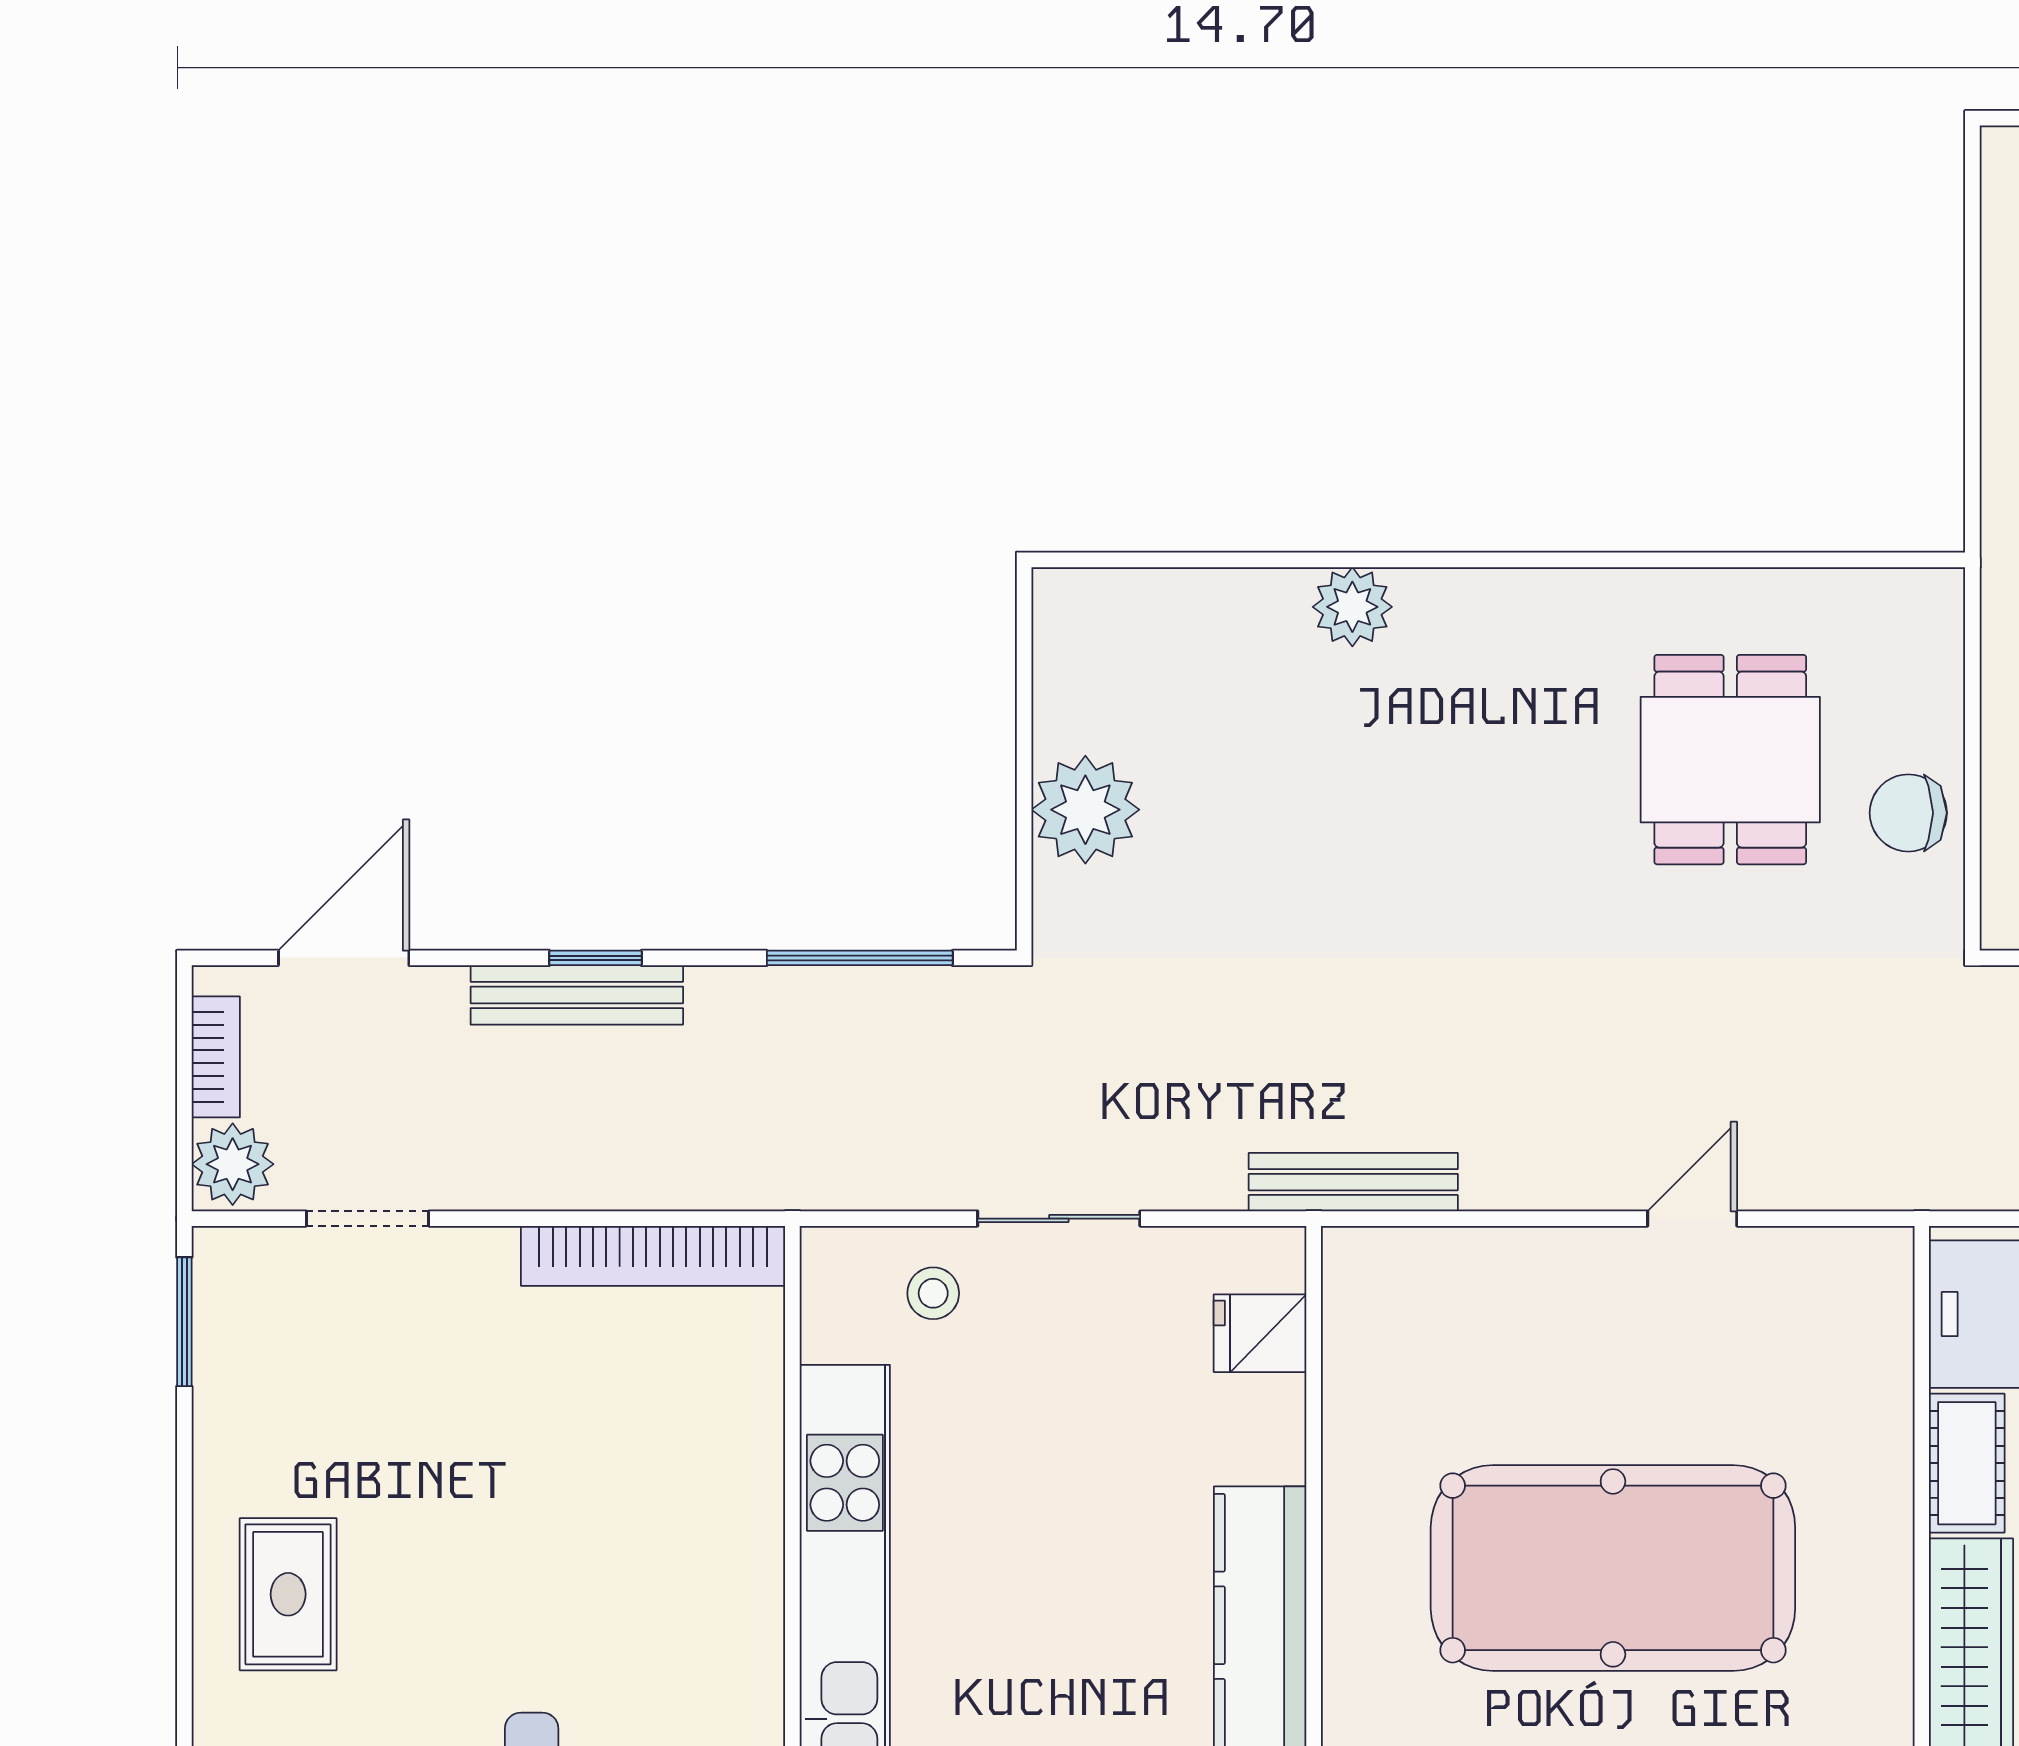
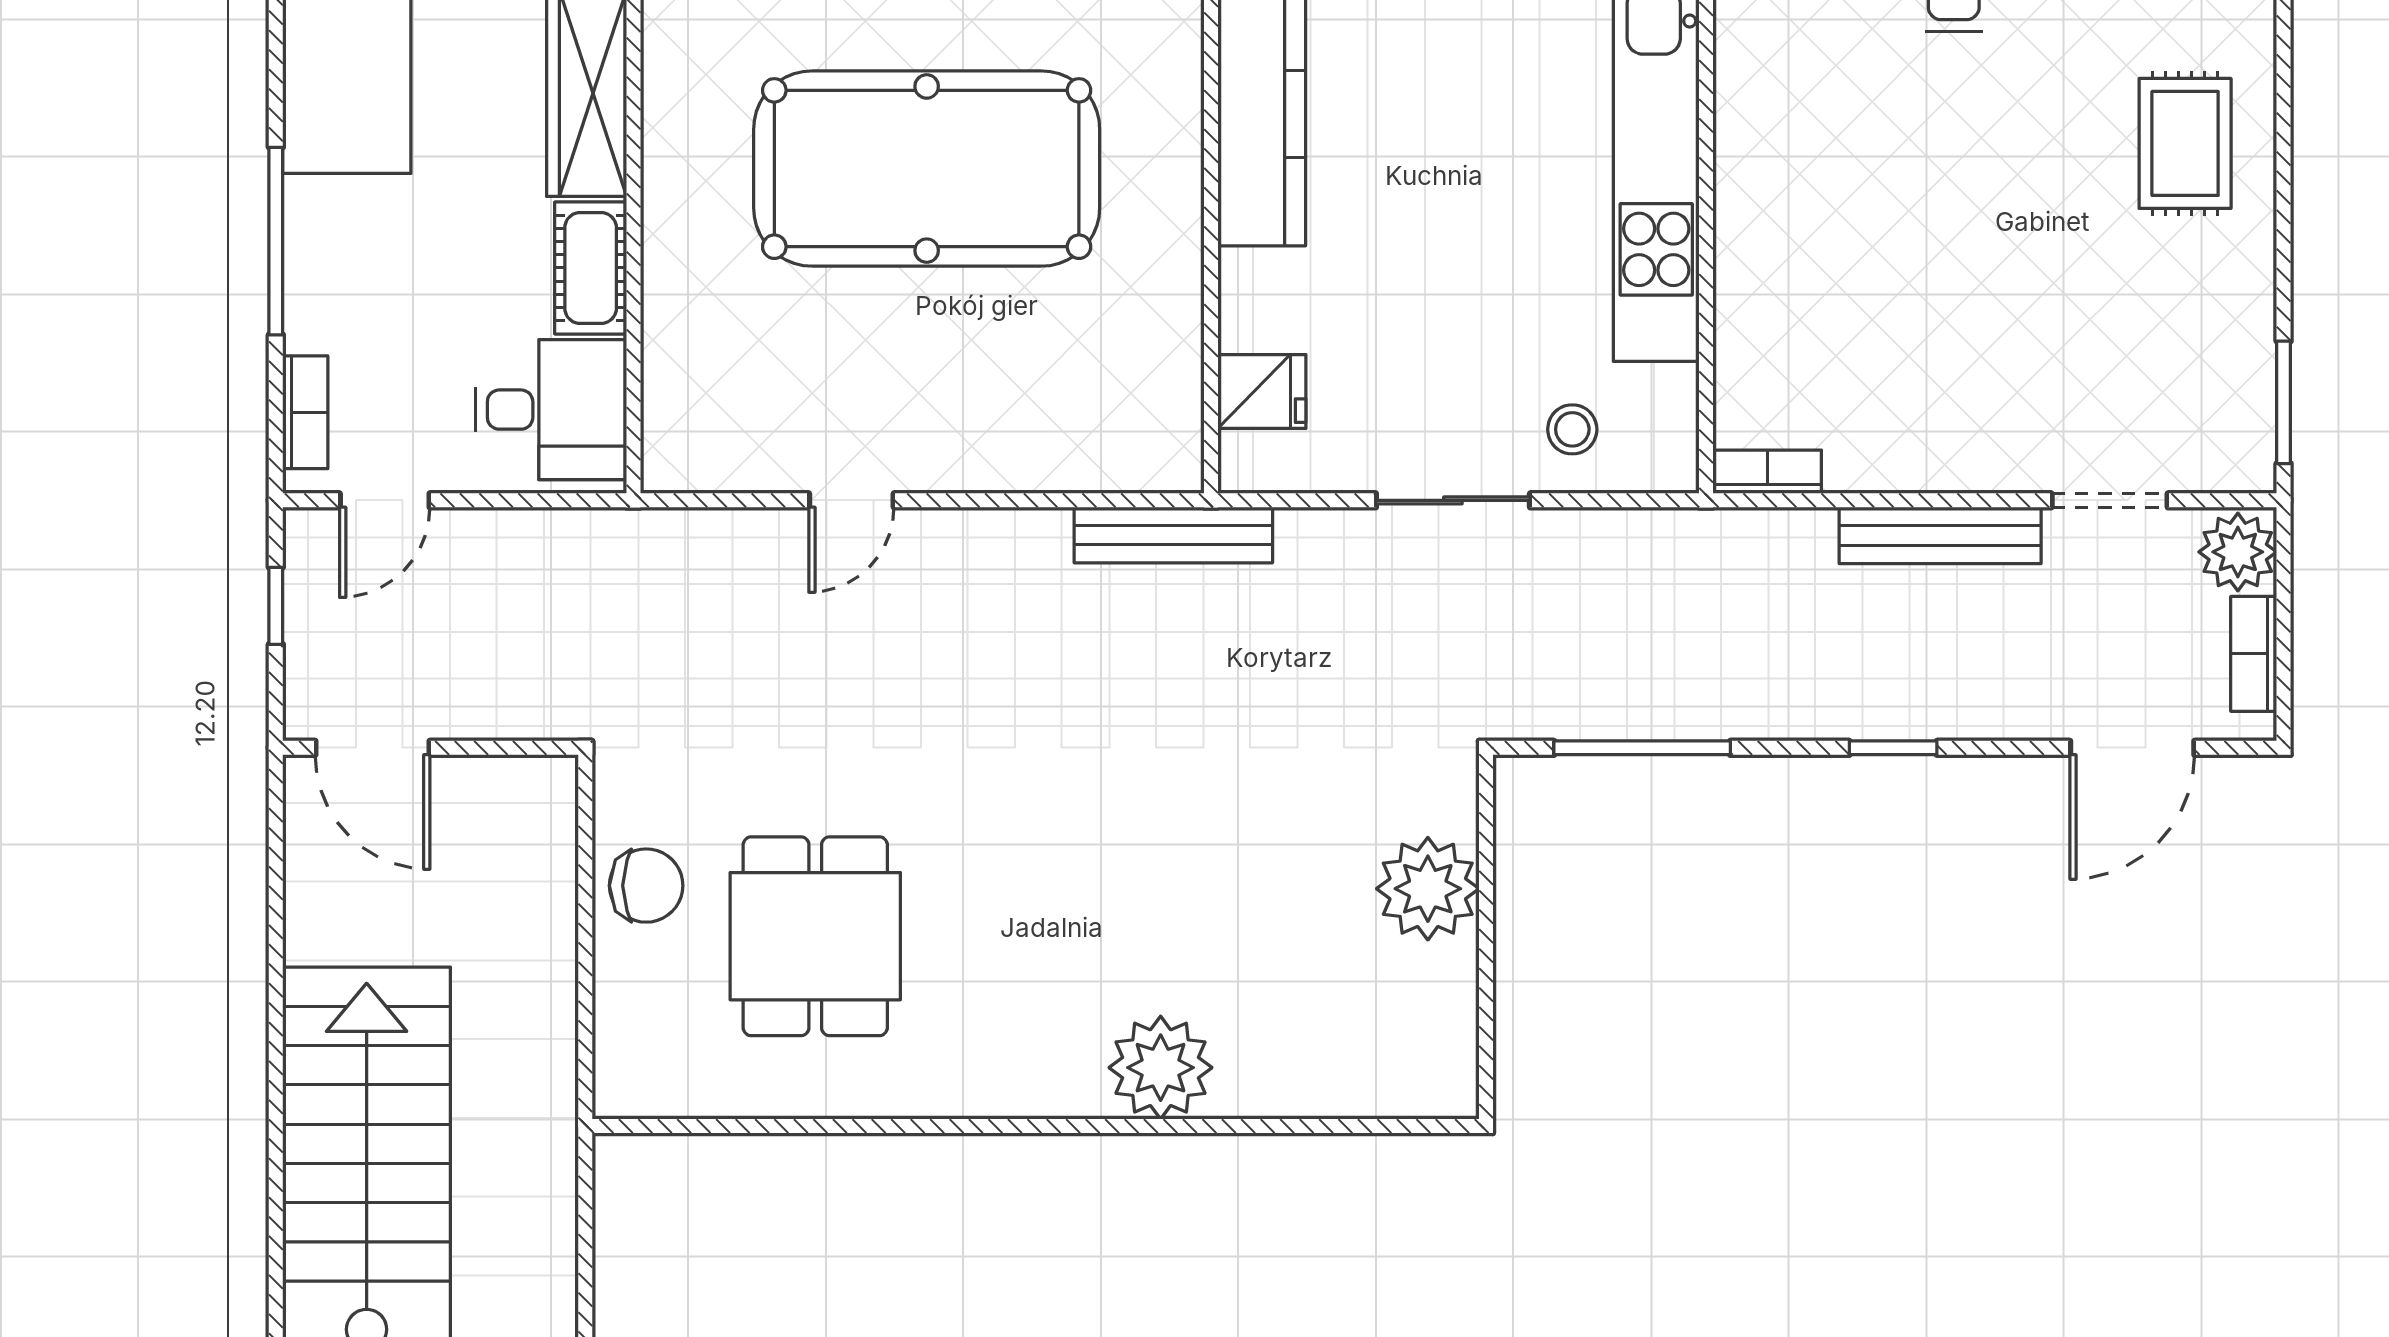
plant: (1352, 607) -> (1161, 1068), width x1.36, depth x1.36
bench: (577, 995) -> (1940, 535), moved
bookcase: (653, 1256) -> (1767, 472), width x0.43, depth x0.76

